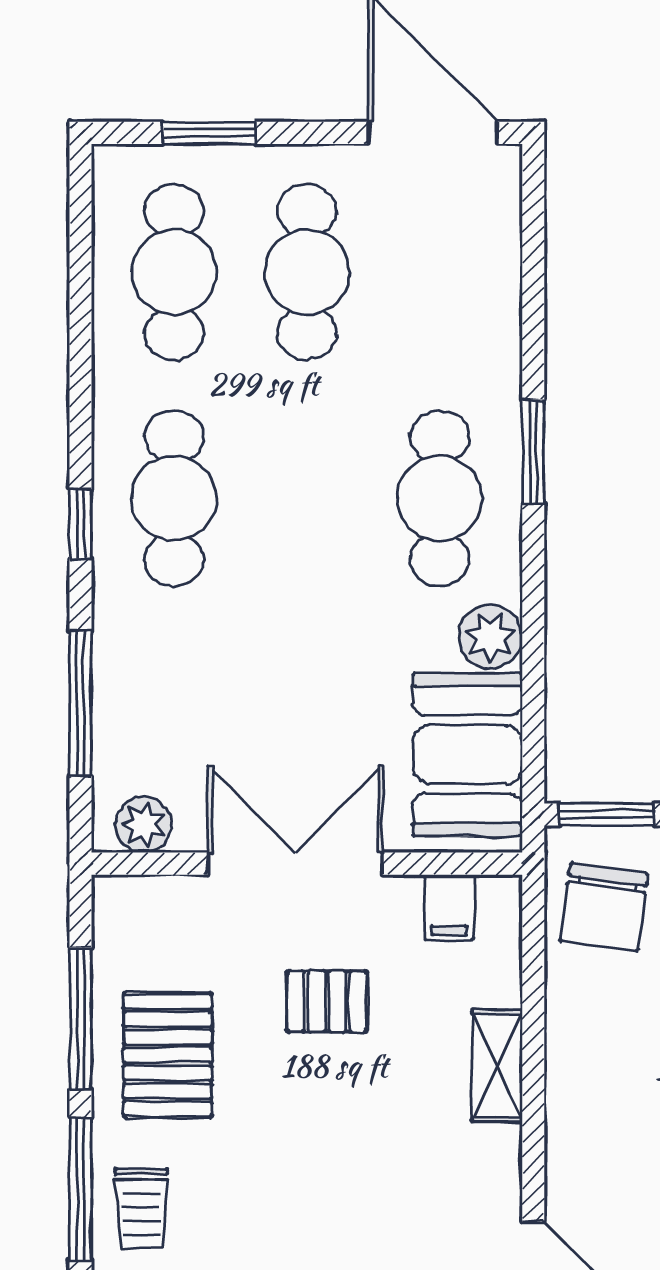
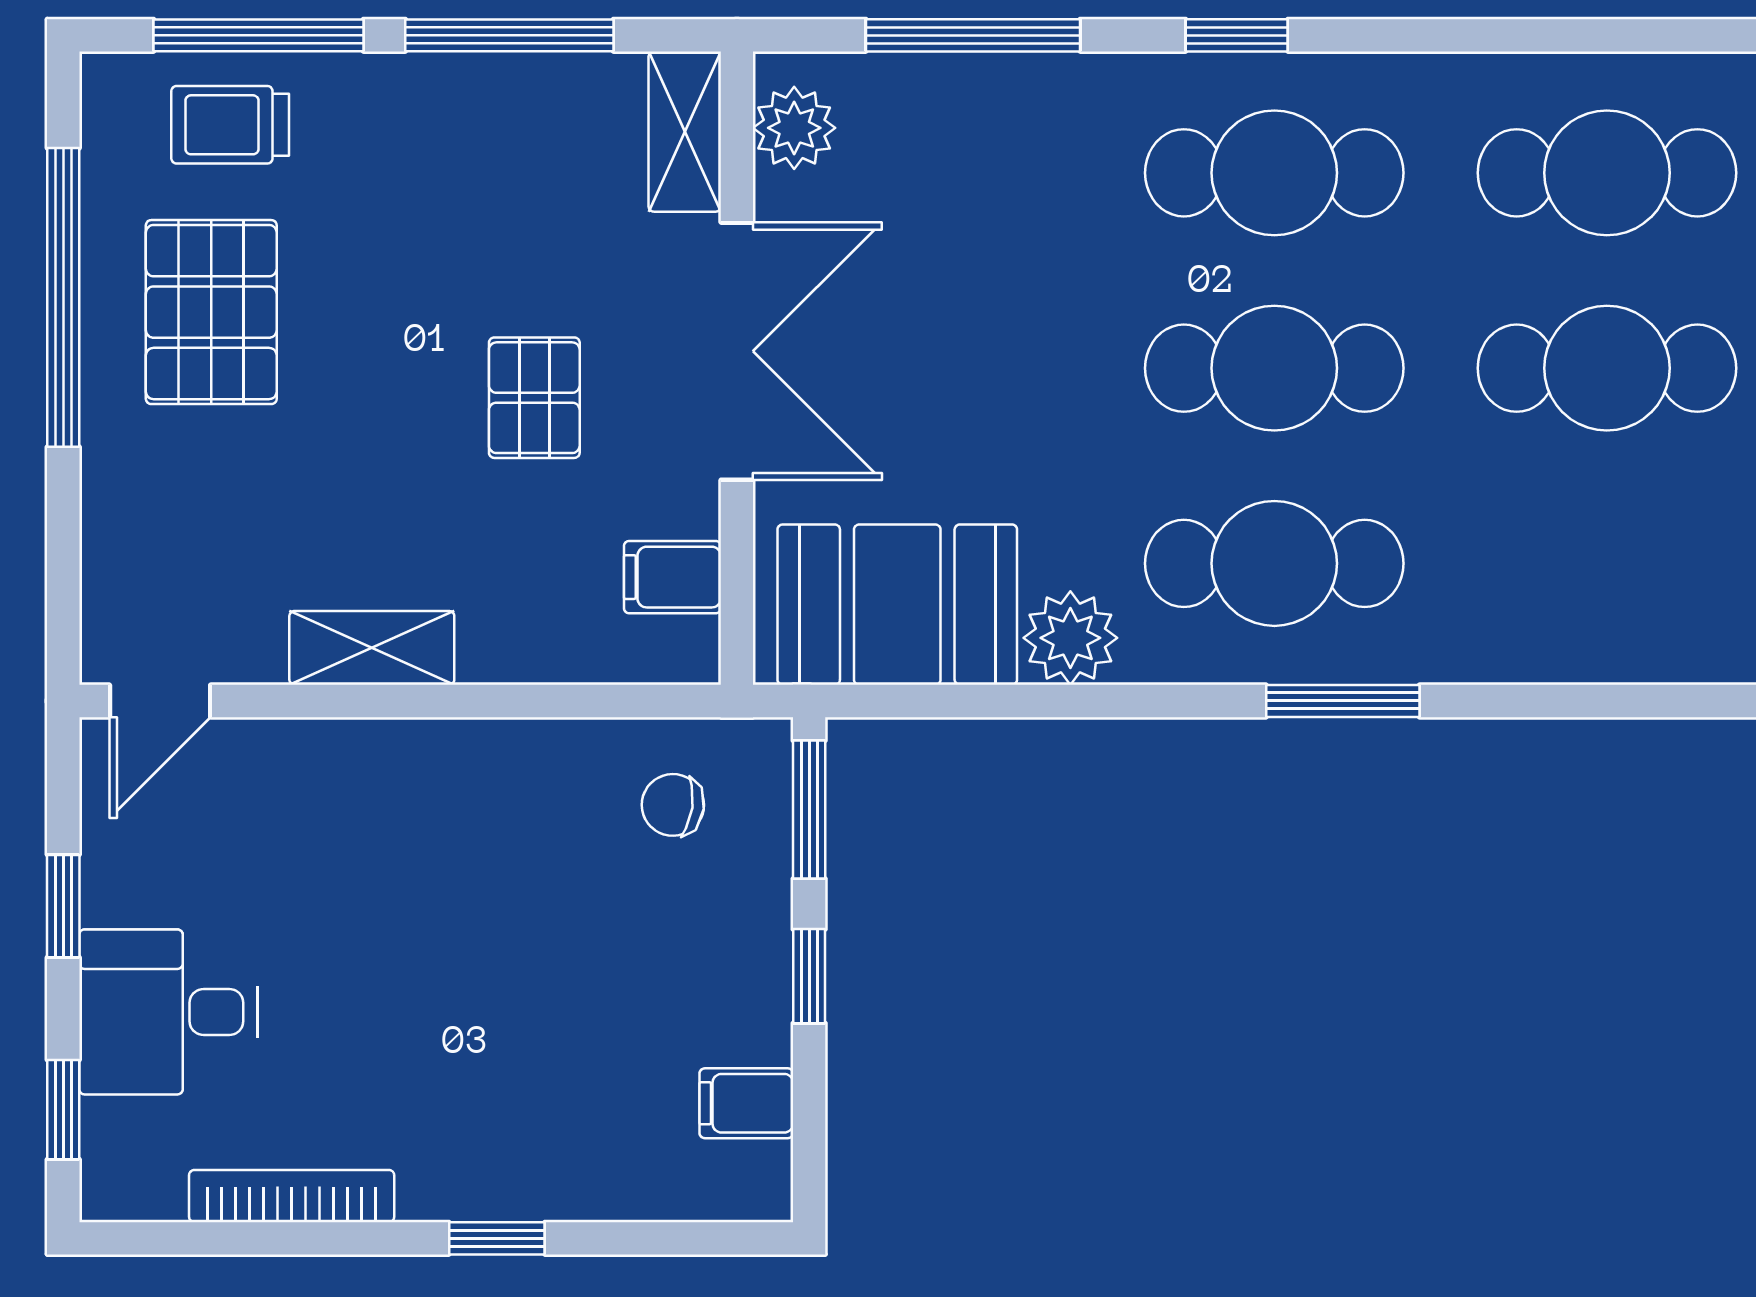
cafe table: (307, 498) -> (1274, 368), added
shelving: (146, 899) -> (685, 132), added
chair: (604, 907) -> (673, 805), width x0.54, depth x0.54
pallet: (168, 1055) -> (211, 312), moved, turned 90
shelving: (497, 1066) -> (372, 648), moved

